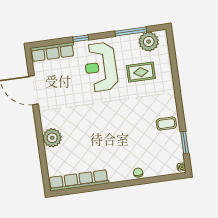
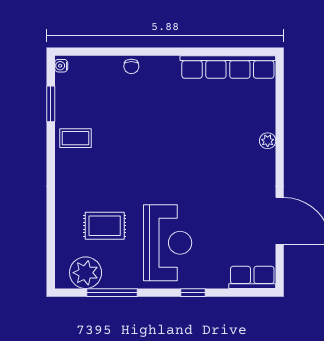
row of seats: (52, 52) -> (252, 277), width x0.68
plant: (52, 138) -> (268, 141), width x0.53, depth x0.53

